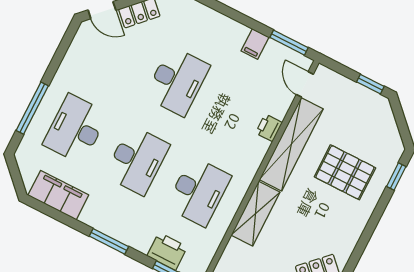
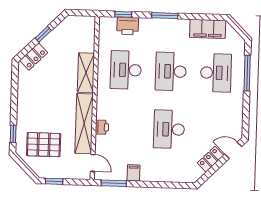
pallet: (345, 172) -> (44, 145), moved

